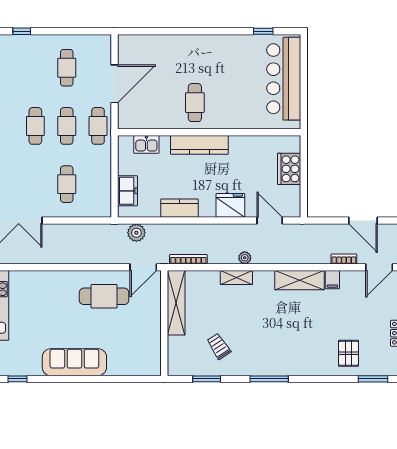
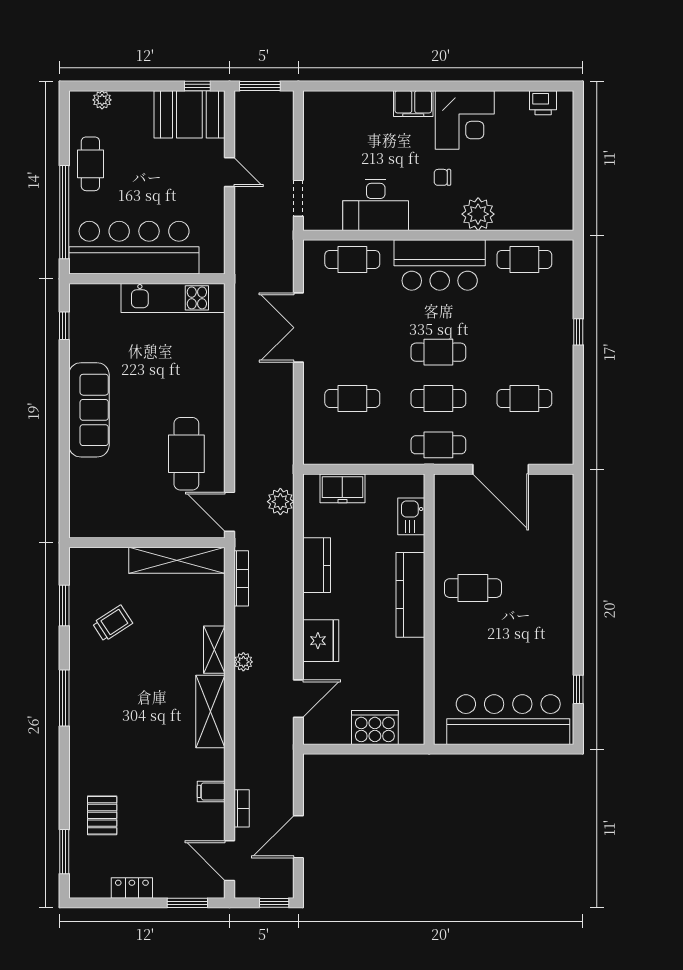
shelving: (300, 280) -> (210, 711), moved
pallet: (349, 353) -> (102, 815), turned 90

